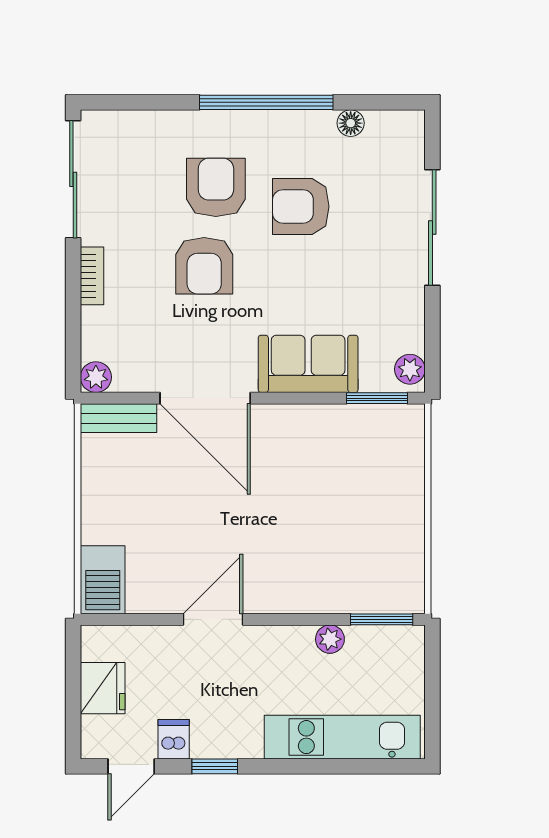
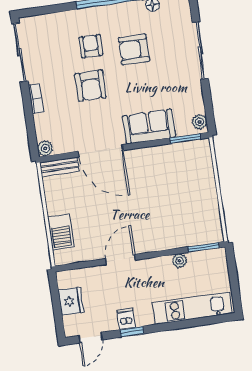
armchair: (216, 187) -> (91, 46), width x0.72, depth x0.72
barbecue: (103, 580) -> (61, 232), moved
dishwasher: (174, 739) -> (126, 319), moved

